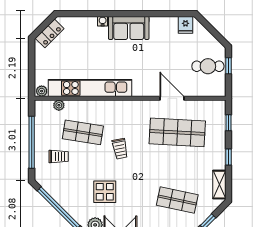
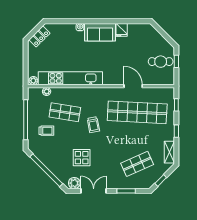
fridge: (186, 25) -> (122, 30), moved
shop shelf: (177, 132) -> (137, 112), width x1.40
shop shelf: (177, 200) -> (137, 164), turned -36

